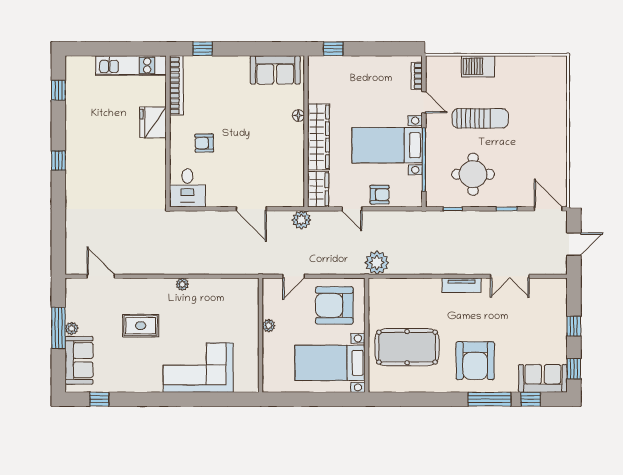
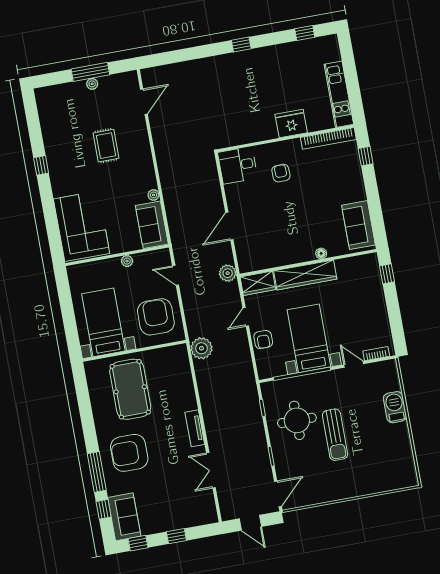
door: (424, 102) -> (354, 364), swing flipped
sun lounger: (480, 118) -> (335, 435), moved
plant: (182, 284) -> (153, 195), moved
sofa: (79, 360) -> (152, 225), moved, turned 90
corner sofa: (198, 368) -> (82, 226), moved
window: (99, 399) -> (41, 165), moved

